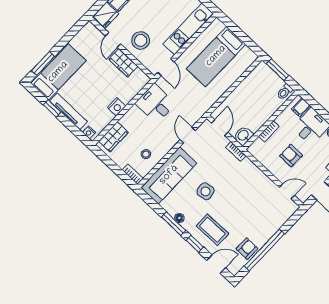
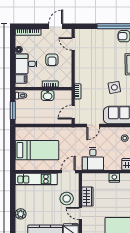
door: (113, 40) -> (80, 214), swing flipped
washbasin: (243, 136) -> (48, 95), moved

